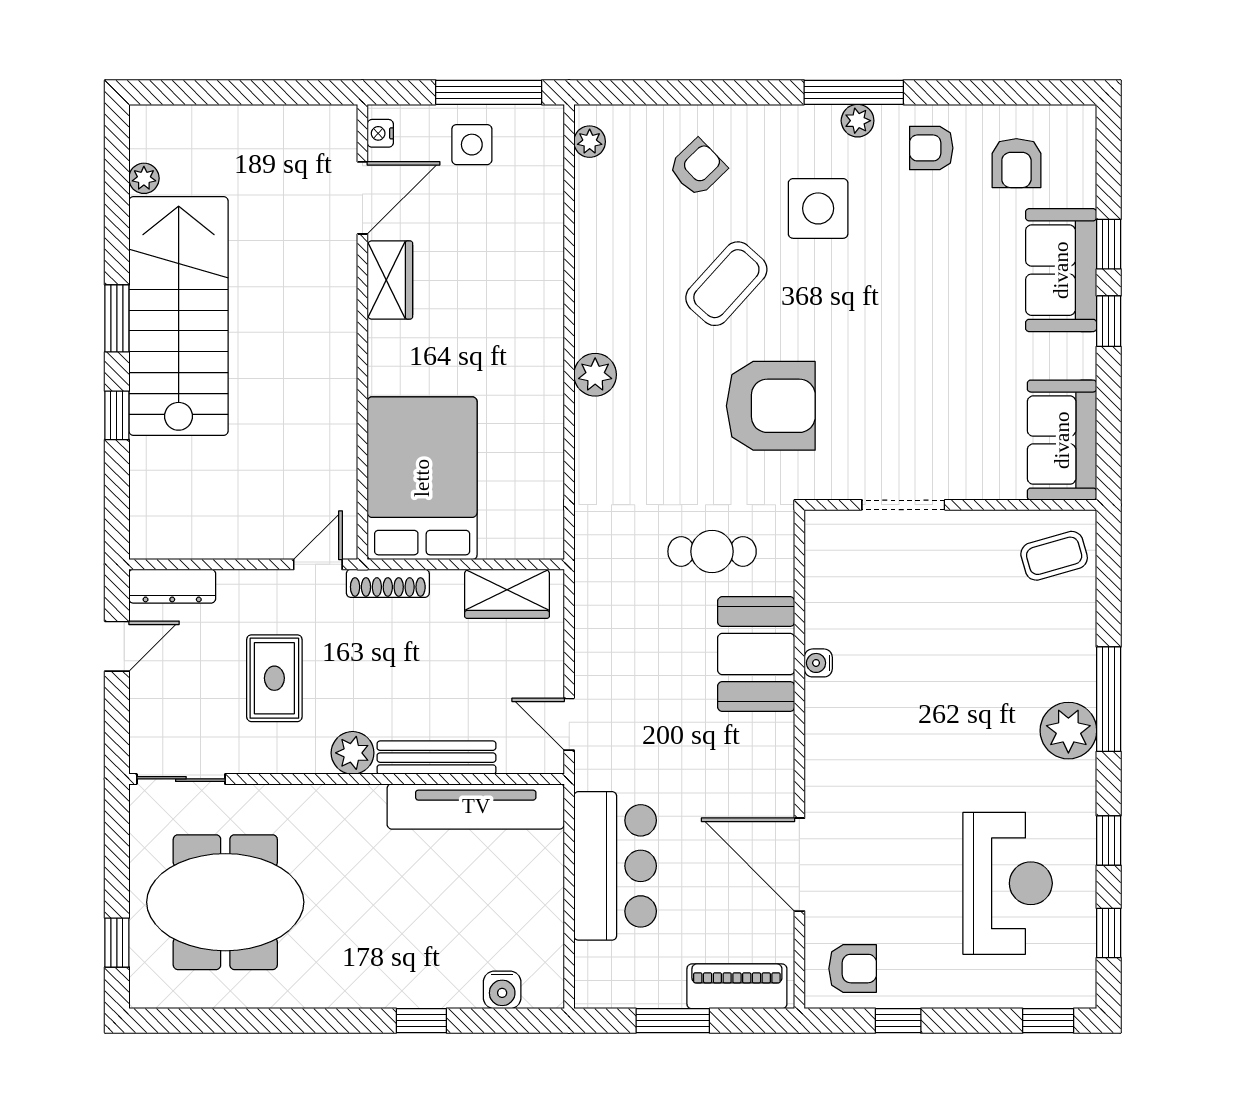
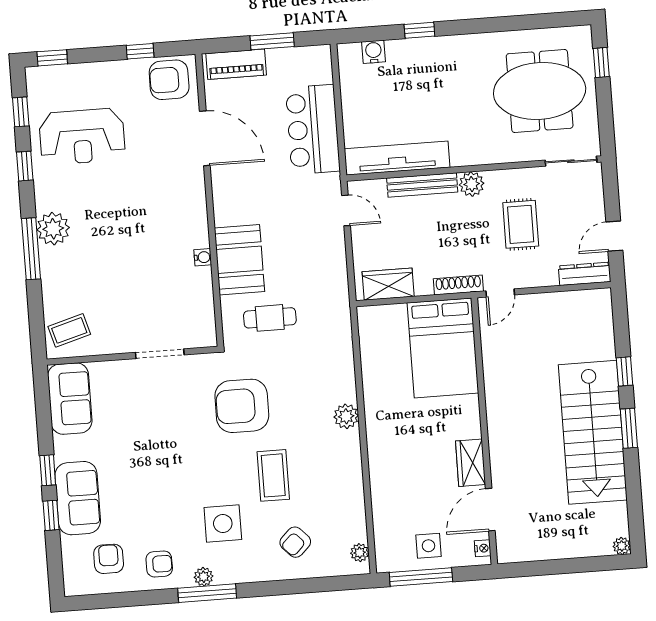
plant: (144, 178) -> (622, 546), moved
coffee table: (726, 284) -> (273, 475), turned -42
reception desk: (1008, 883) -> (82, 136), turned -90
armchair: (853, 969) -> (169, 80), width x1.38, depth x1.38

